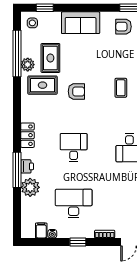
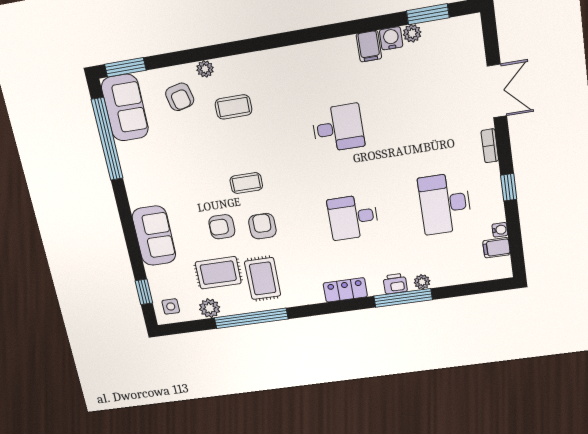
armchair: (123, 27) -> (222, 227), moved, turned 90
window: (17, 53) -> (251, 318), moved
plant: (28, 65) -> (210, 308), moved
coffee table: (121, 88) -> (246, 183), moved
plant: (30, 187) -> (422, 282), width x0.53, depth x0.53

